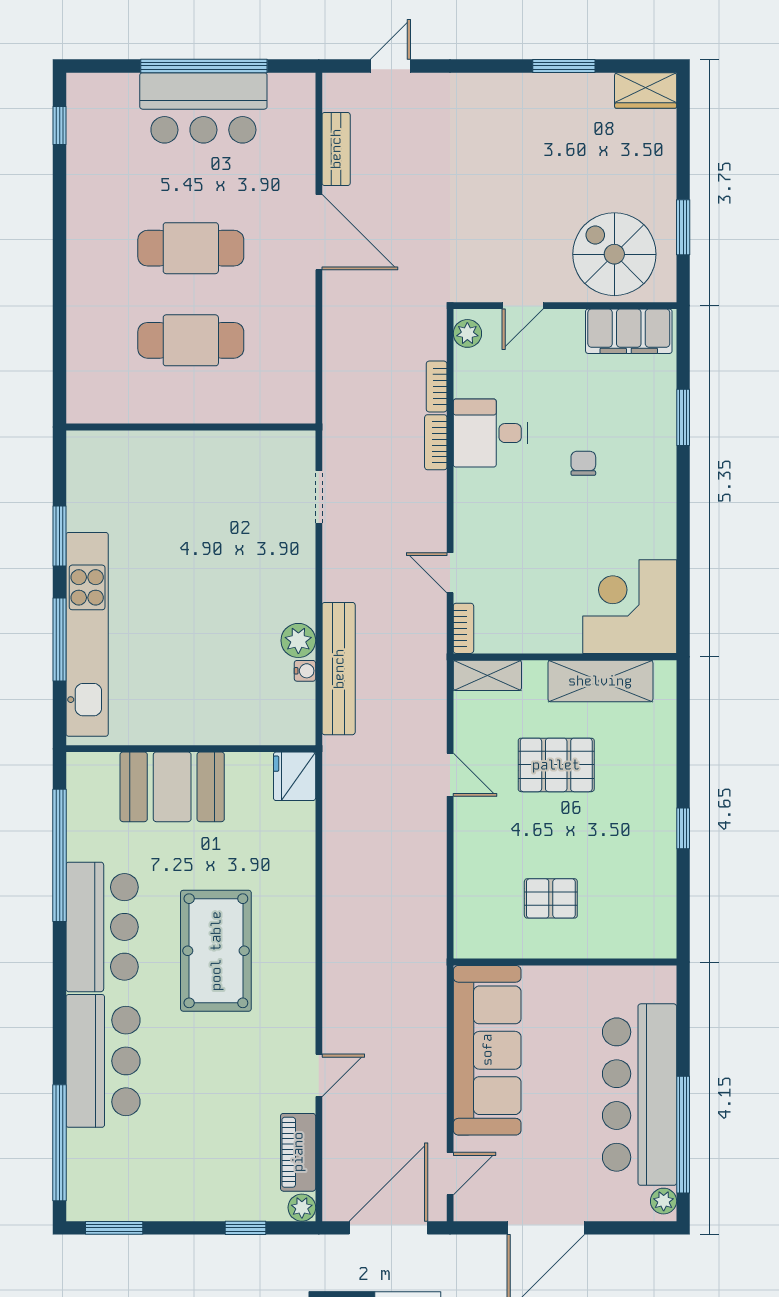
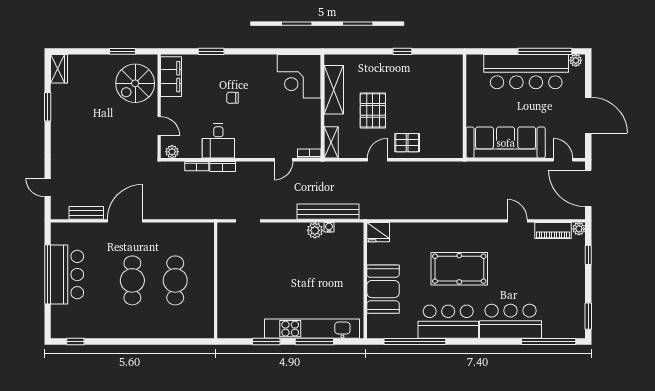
pallet: (551, 898) -> (407, 143), moved, turned 90

